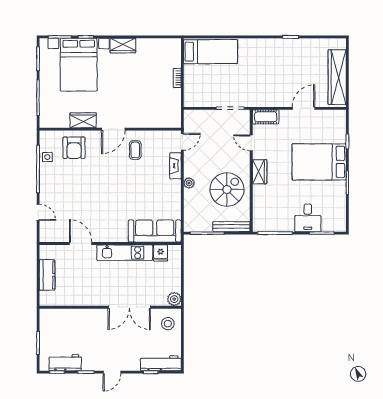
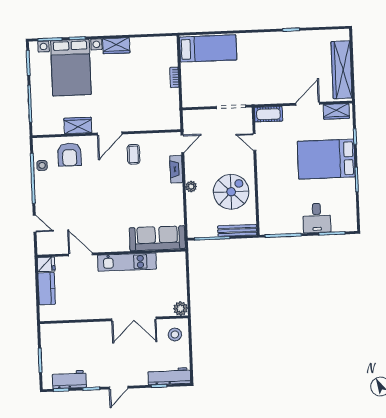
wardrobe: (260, 172) -> (336, 111), moved, turned 90
fridge: (161, 253) -> (46, 264), moved, turned -90

